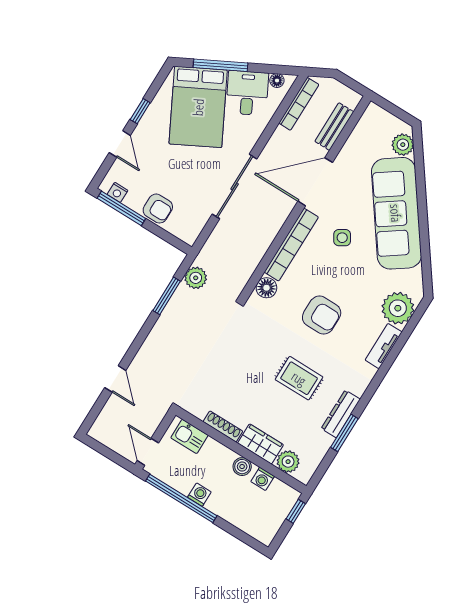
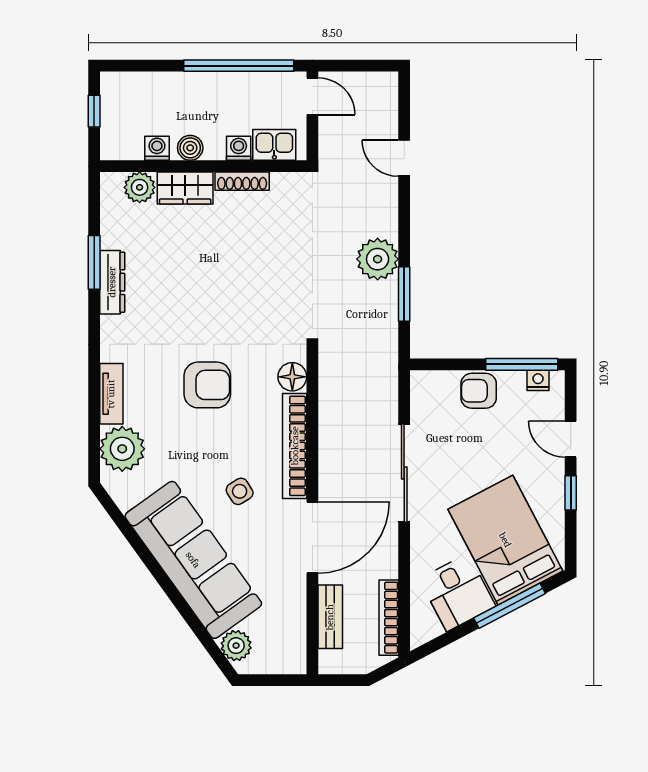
floor lamp: (277, 81) -> (432, 629), removed
plant: (196, 278) -> (378, 259), moved, width x1.36, depth x1.36
armchair: (322, 315) -> (207, 385), turned 180
rug: (299, 378) -> (188, 294), removed
washing machine: (199, 495) -> (239, 148), moved, turned 180
window: (296, 511) -> (94, 111), moved

